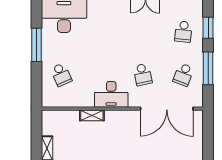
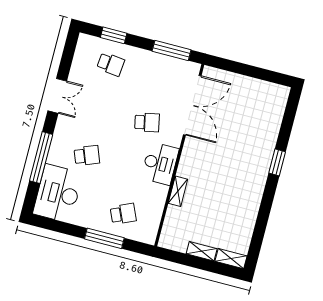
window: (37, 45) -> (104, 238), moved
window: (208, 68) -> (172, 50), moved
school desk: (183, 75) -> (87, 156), moved, turned -42

